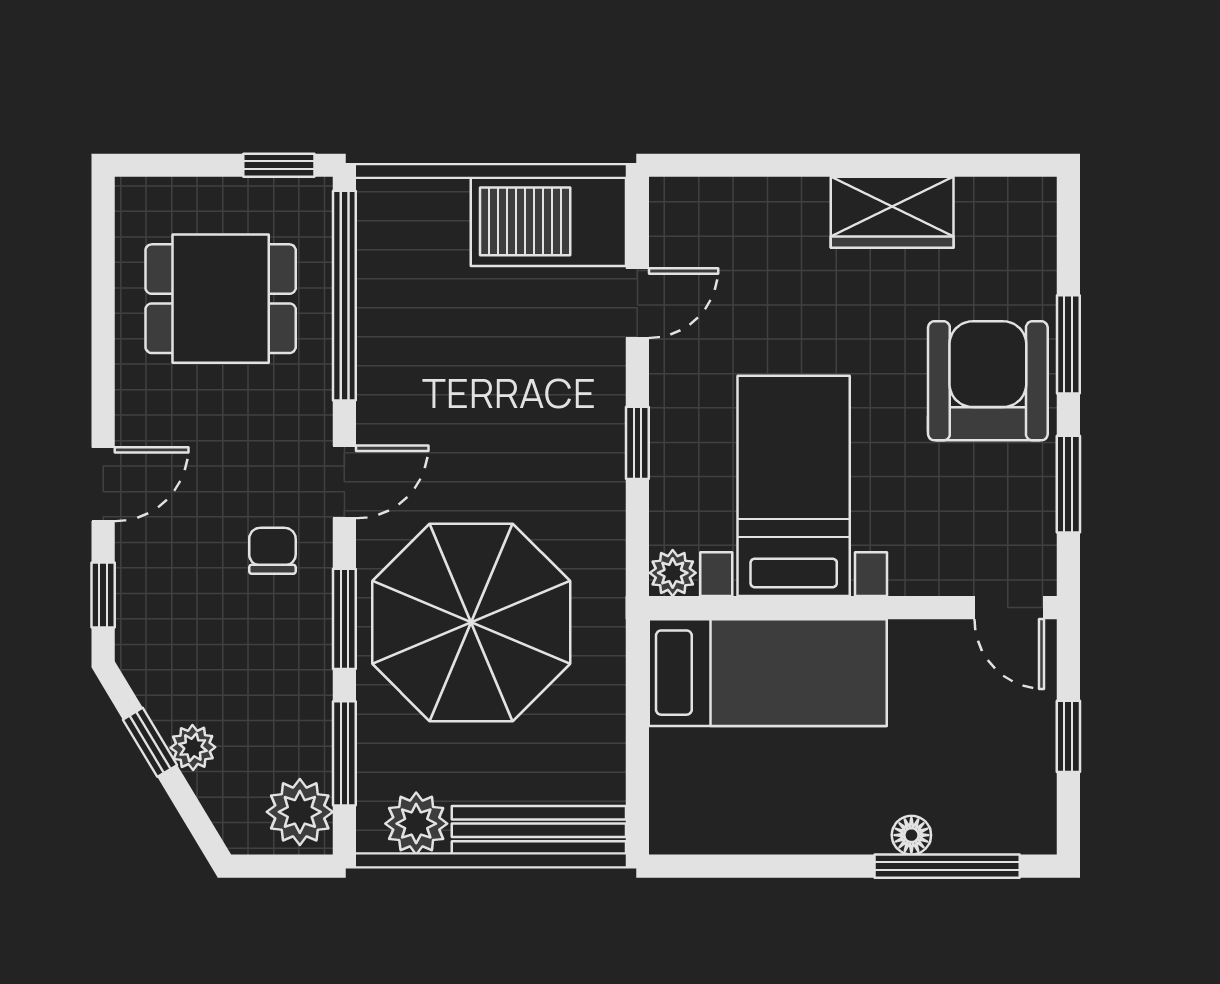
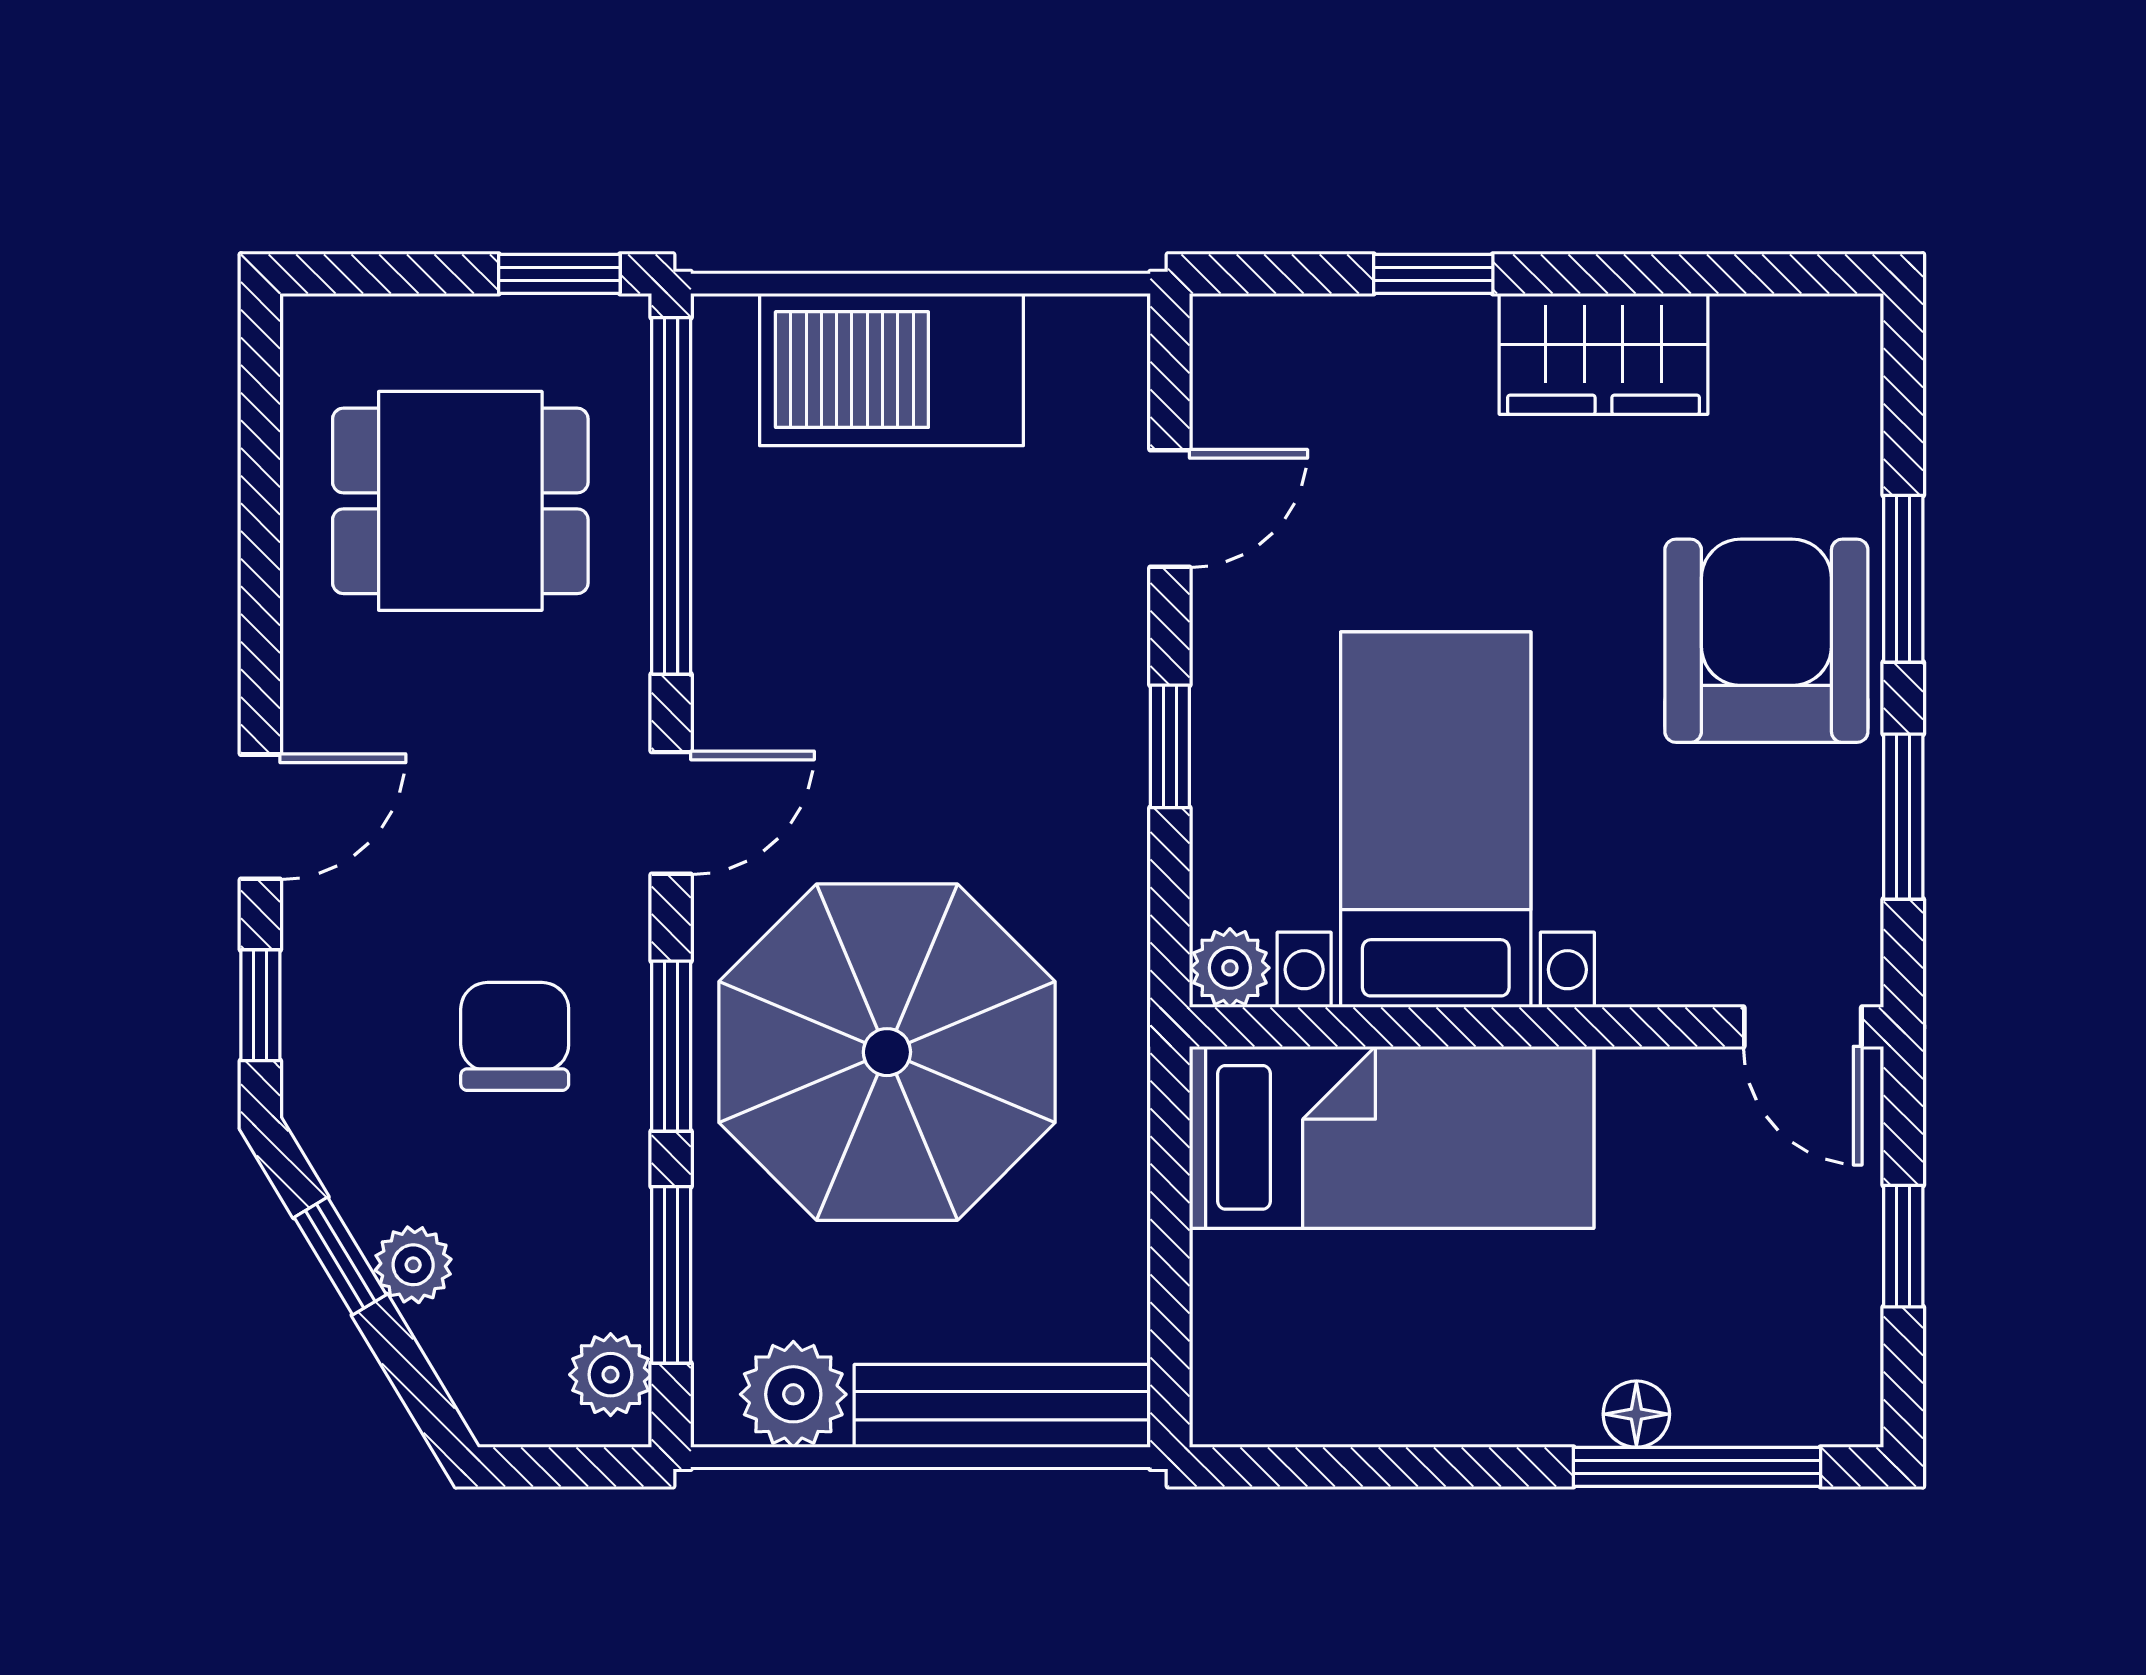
window: (792, 165) -> (1433, 274), added
barbecue: (548, 221) -> (892, 370), moved
chair: (272, 551) -> (515, 1036), moved, width x1.37, depth x1.37
plant: (300, 812) -> (611, 1375), width x0.73, depth x0.73

